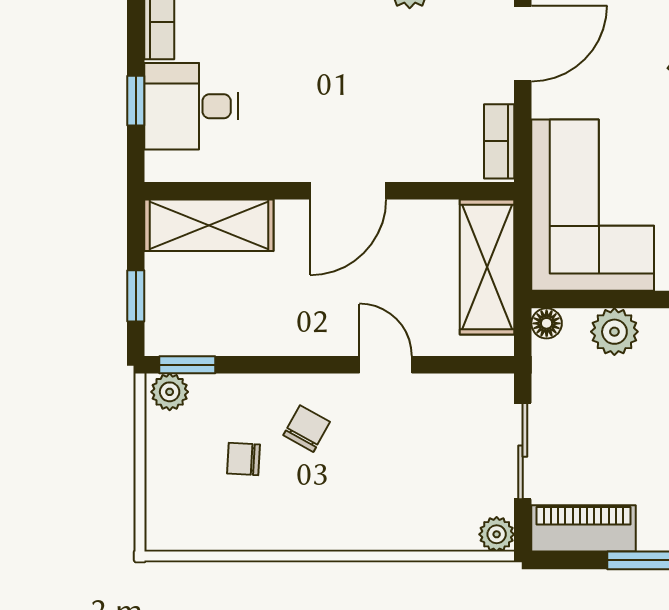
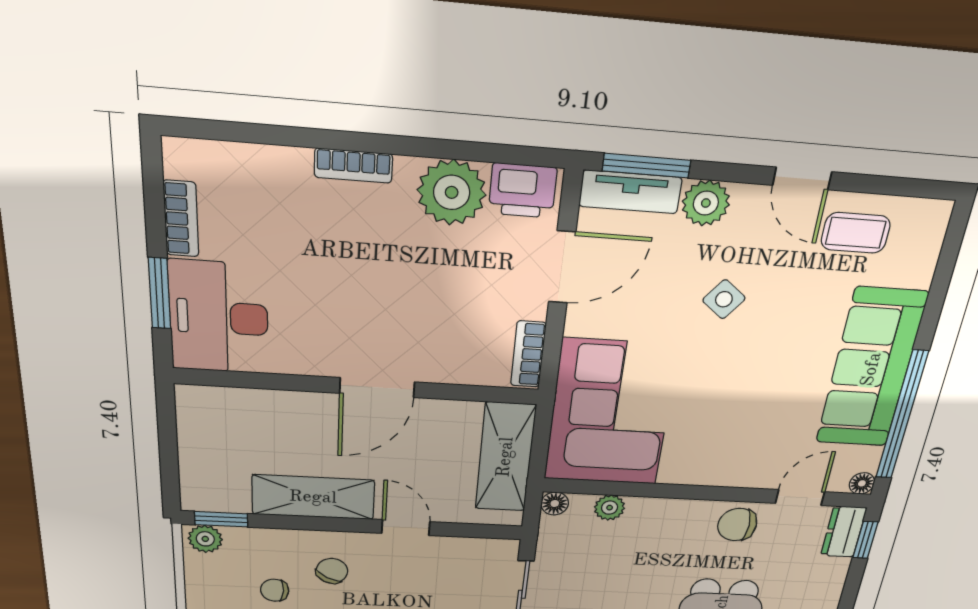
window: (136, 101) -> (159, 293), width x1.50
desk: (191, 106) -> (219, 317), width x1.37
shelving: (209, 225) -> (313, 497), moved
window: (136, 296) -> (169, 463), removed
plant: (614, 332) -> (610, 508), width x0.73, depth x0.73

